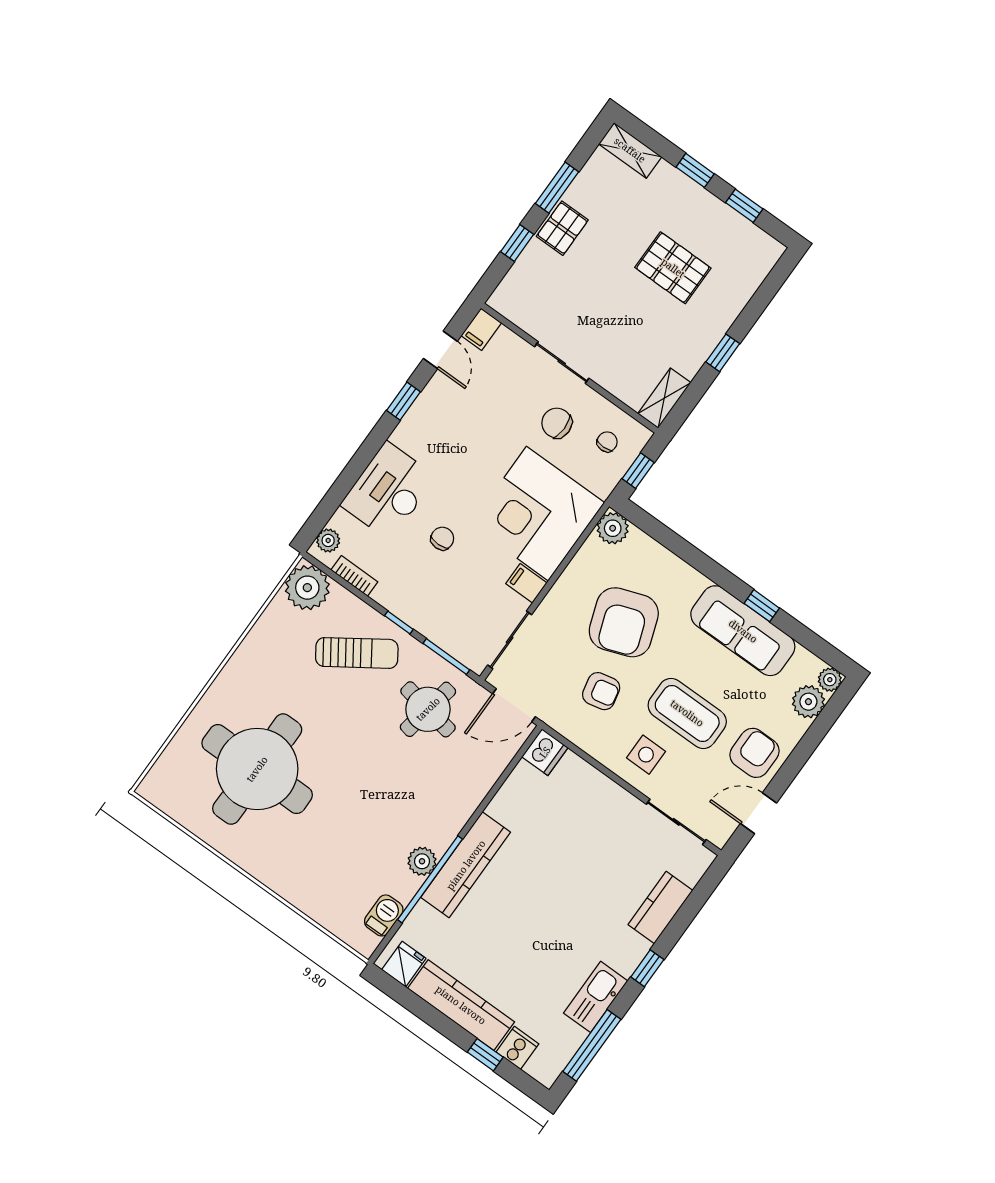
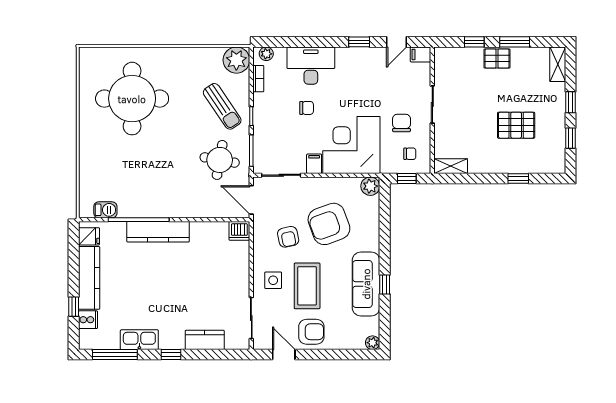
pallet: (673, 268) -> (516, 125), turned 90
window: (723, 353) -> (518, 178), moved
plant: (808, 702) -> (355, 340), removed
plant: (422, 861) -> (145, 210), removed

